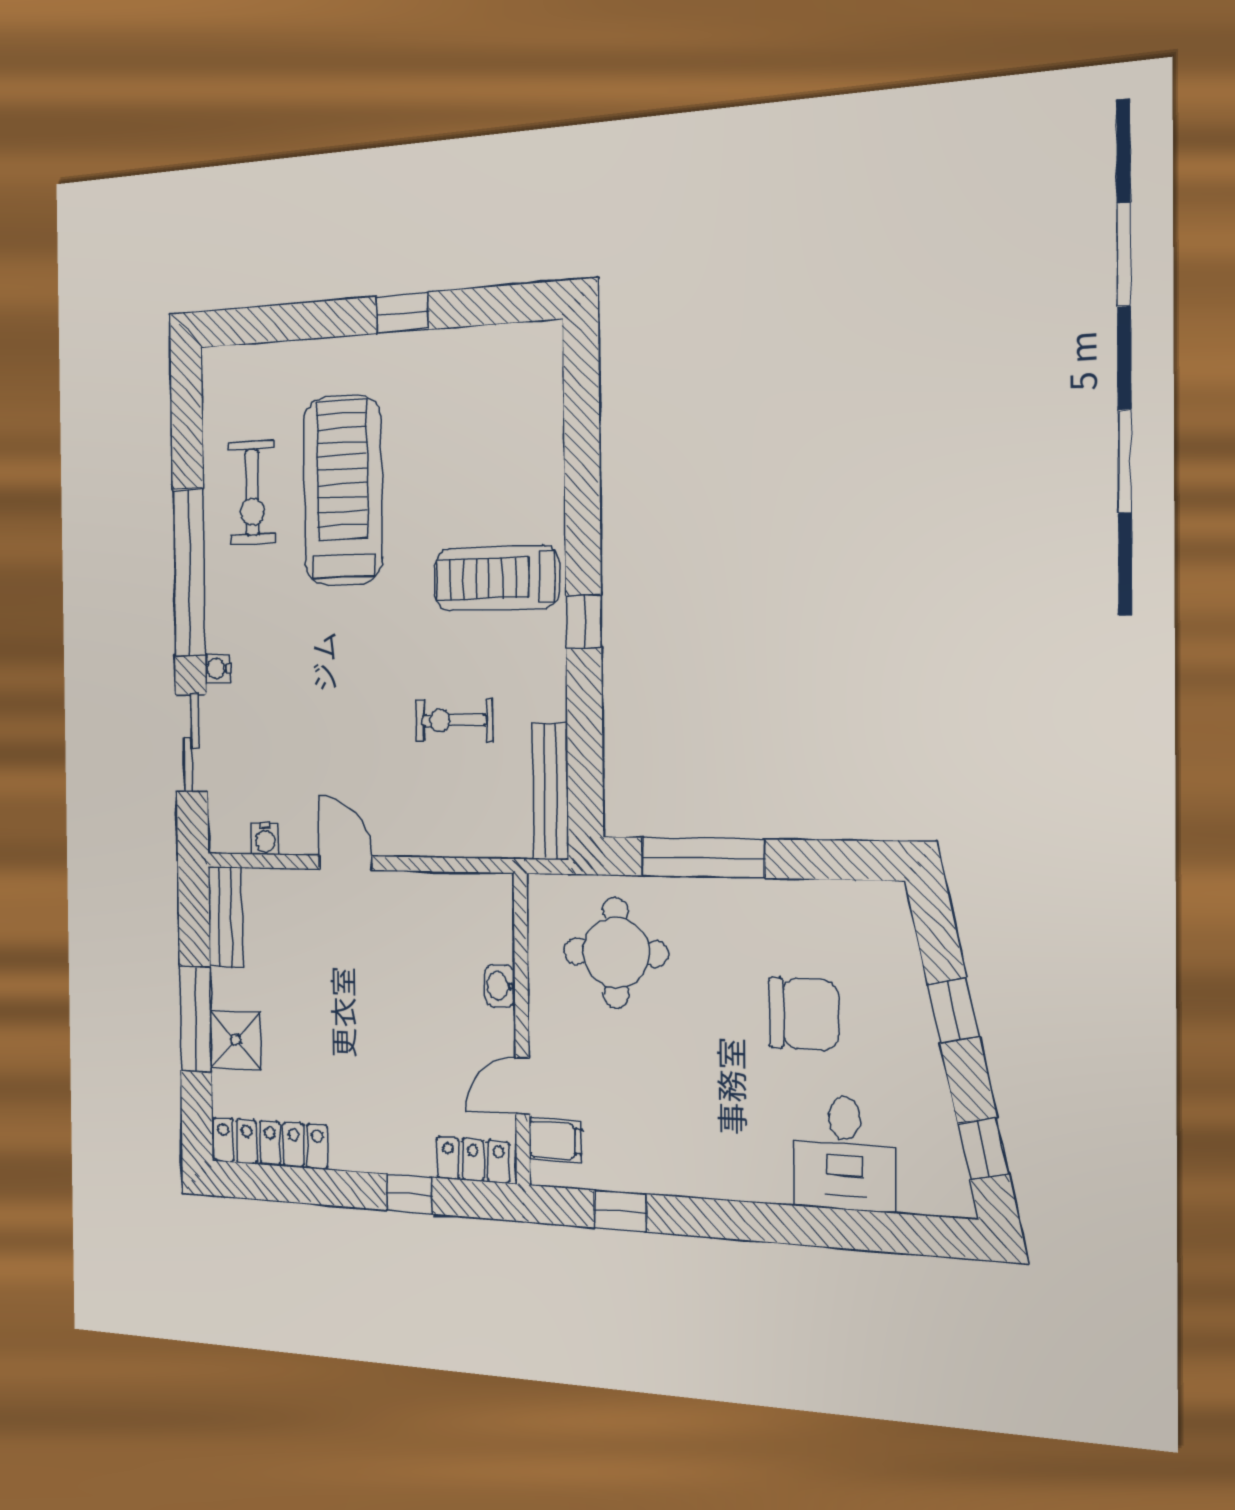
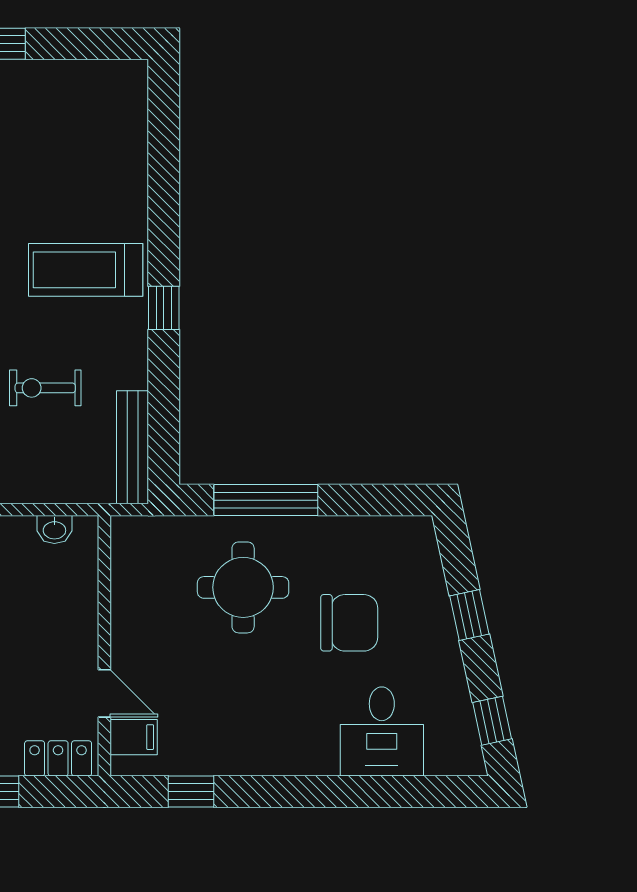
round table: (616, 953) -> (243, 587), moved
washbasin: (500, 986) -> (54, 529), moved, turned -90
door: (522, 1086) -> (104, 693), swing flipped

